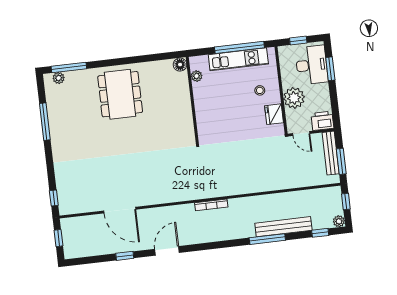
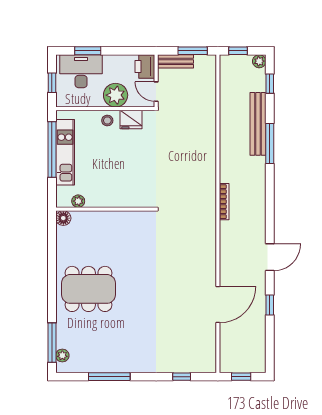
stool: (260, 90) -> (107, 120), moved
door: (301, 133) -> (156, 92), swing flipped
bench: (331, 153) -> (175, 61), width x0.73
window: (54, 198) -> (182, 377), moved
door: (167, 251) -> (270, 257), swing flipped

